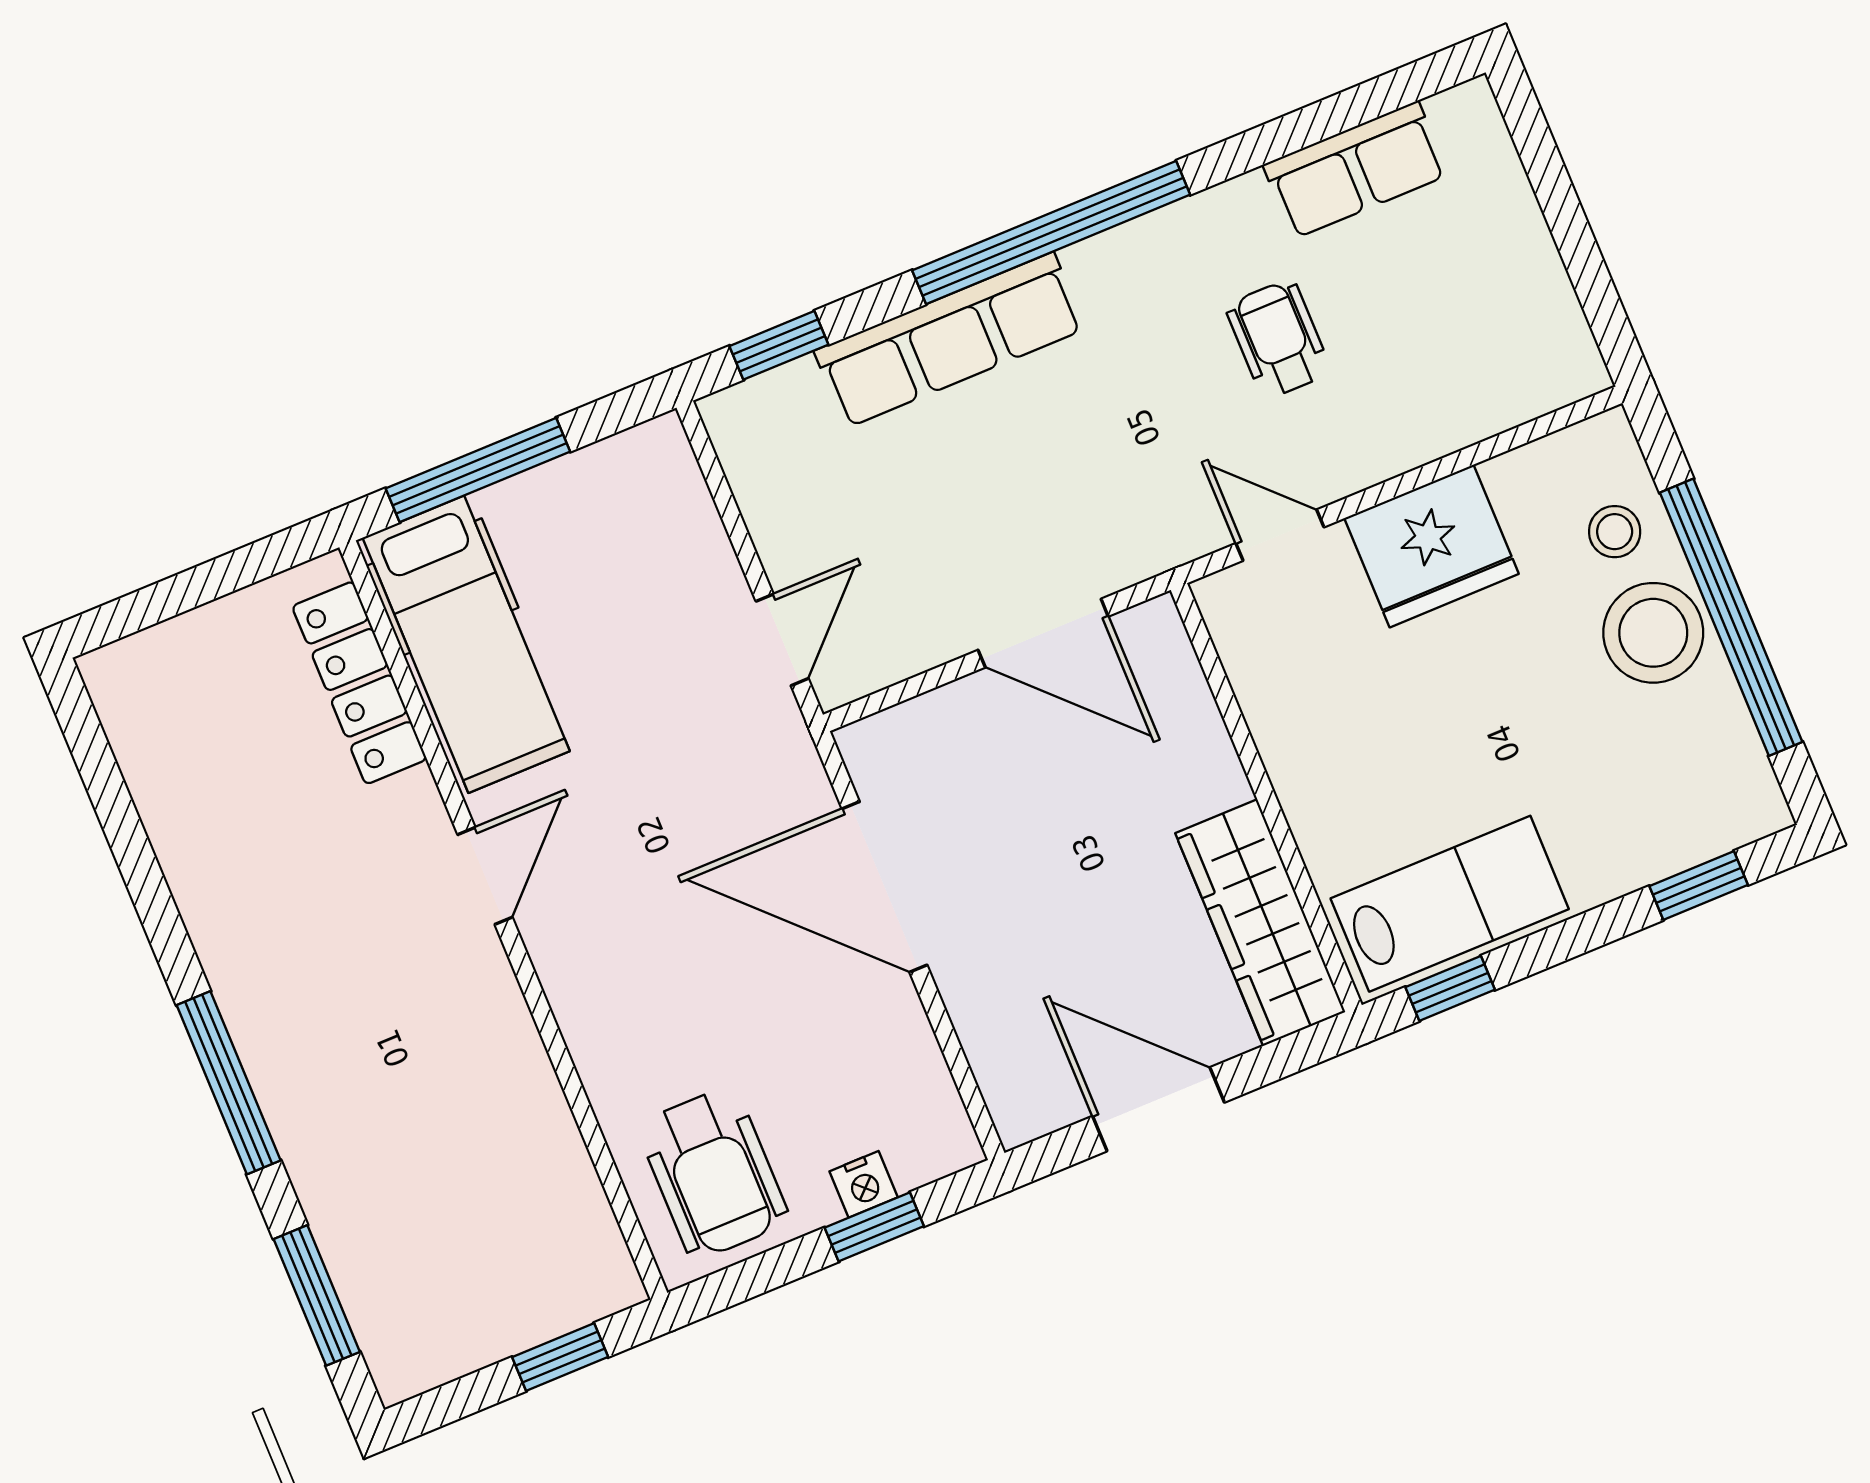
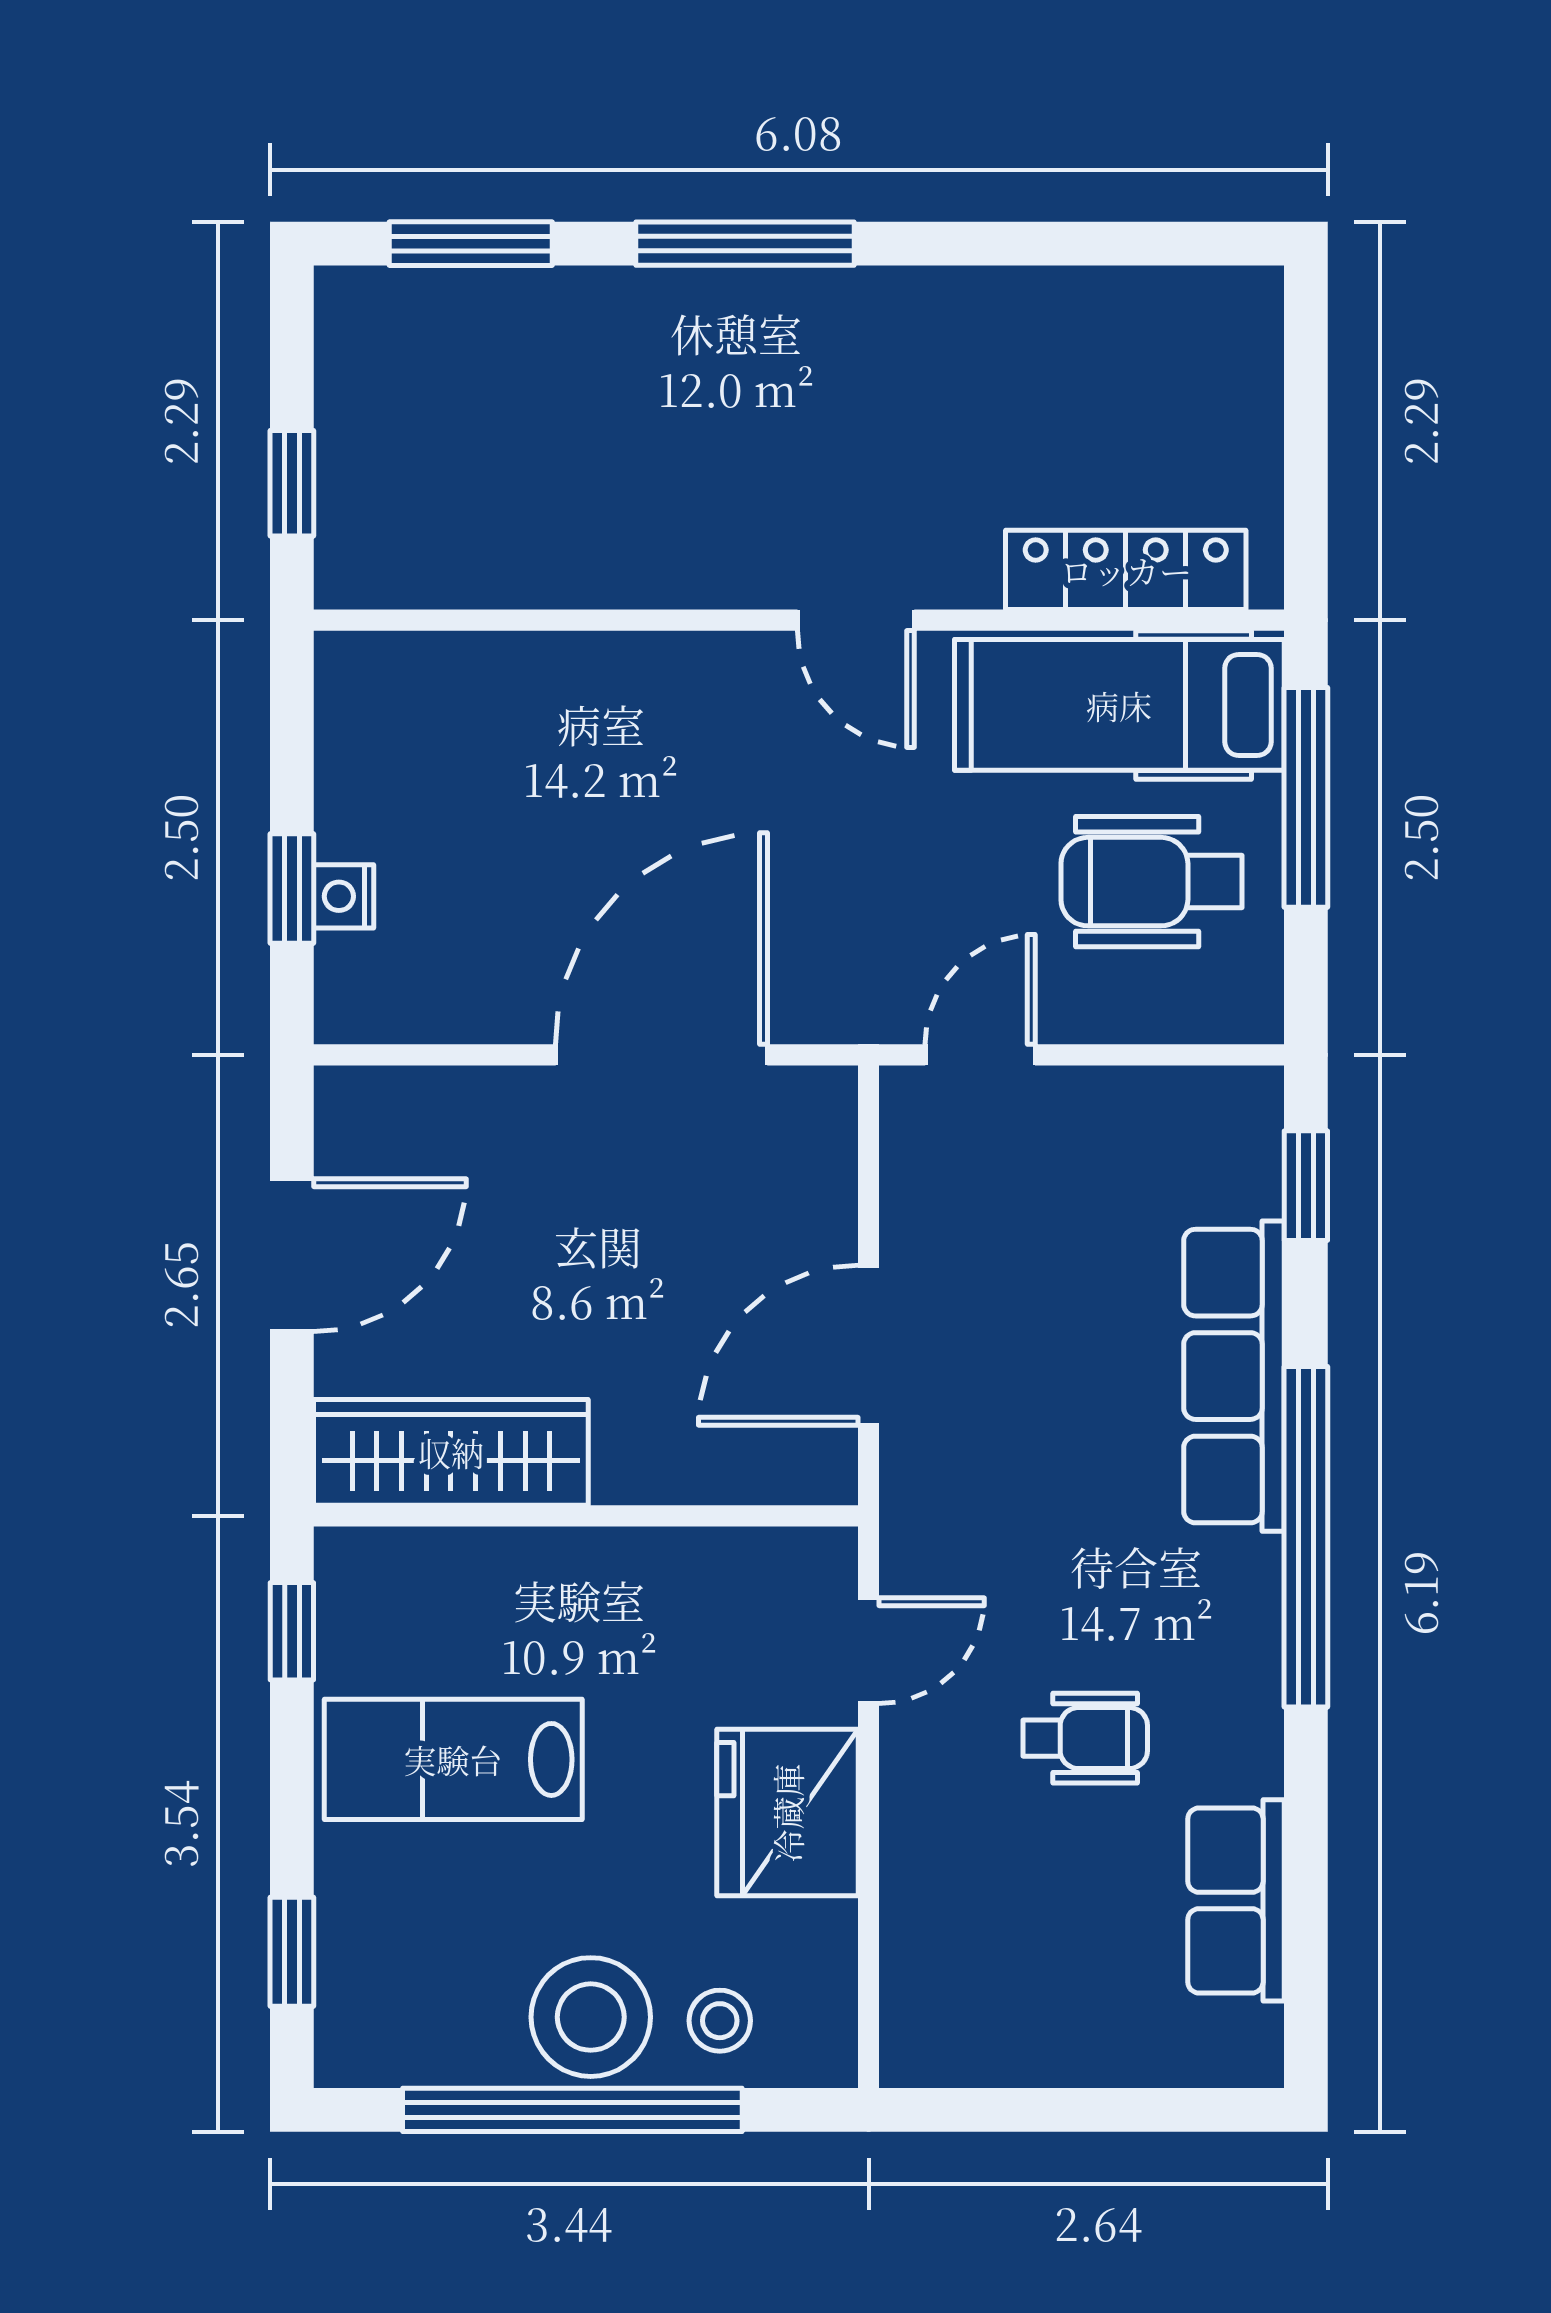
door: (782, 640) -> (980, 1055), swing flipped
lab bench: (1450, 904) -> (453, 1759), moved, turned 90
wheelchair: (713, 1173) -> (1152, 882), moved

